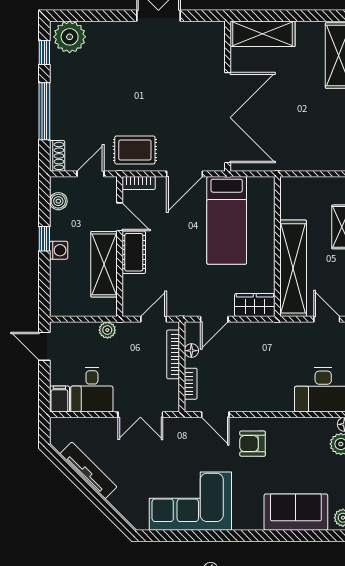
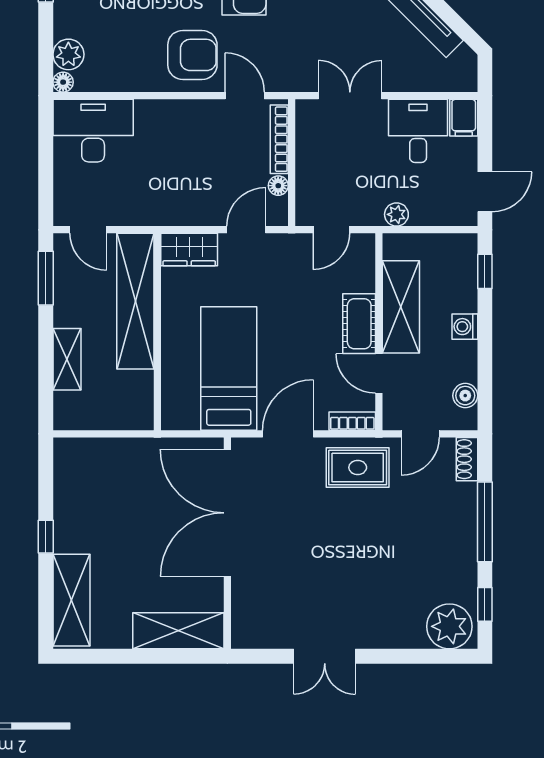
window: (44, 239) -> (485, 271), moved
door: (44, 346) -> (485, 192), hinge flipped
bookcase: (173, 354) -> (304, 180), removed
bookcase: (191, 384) -> (279, 139), width x1.56
armchair: (253, 444) -> (192, 55), width x1.38, depth x1.38

